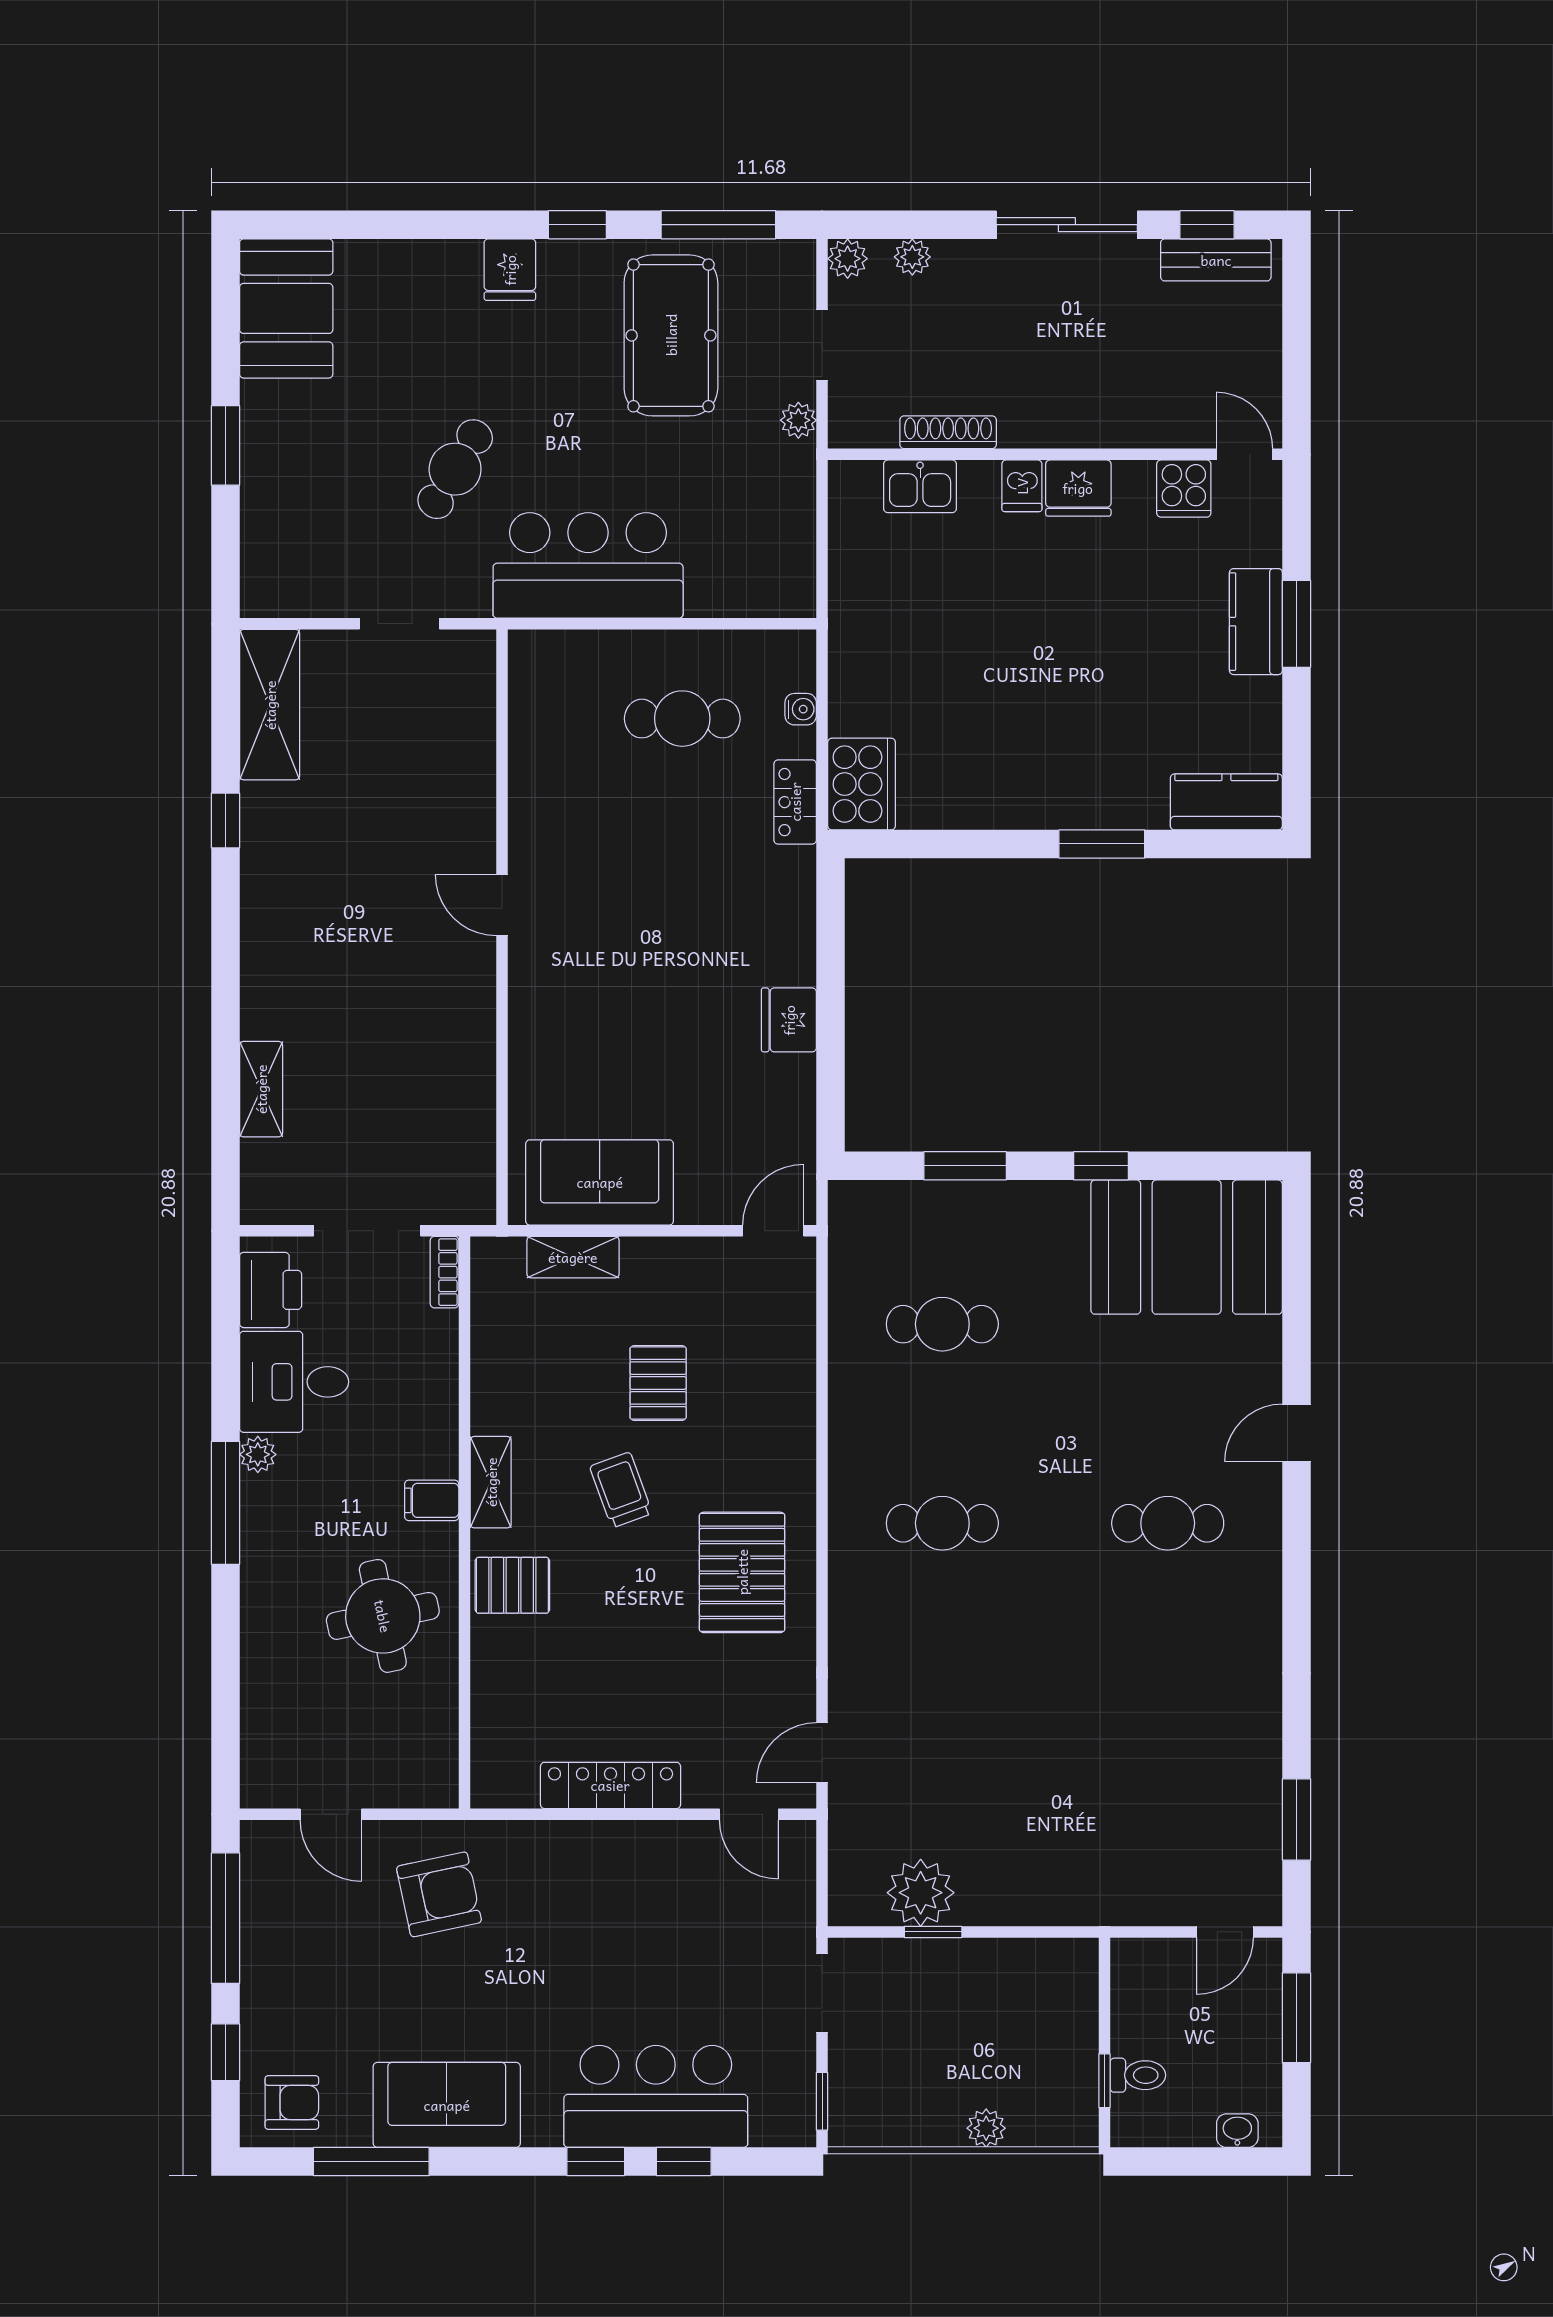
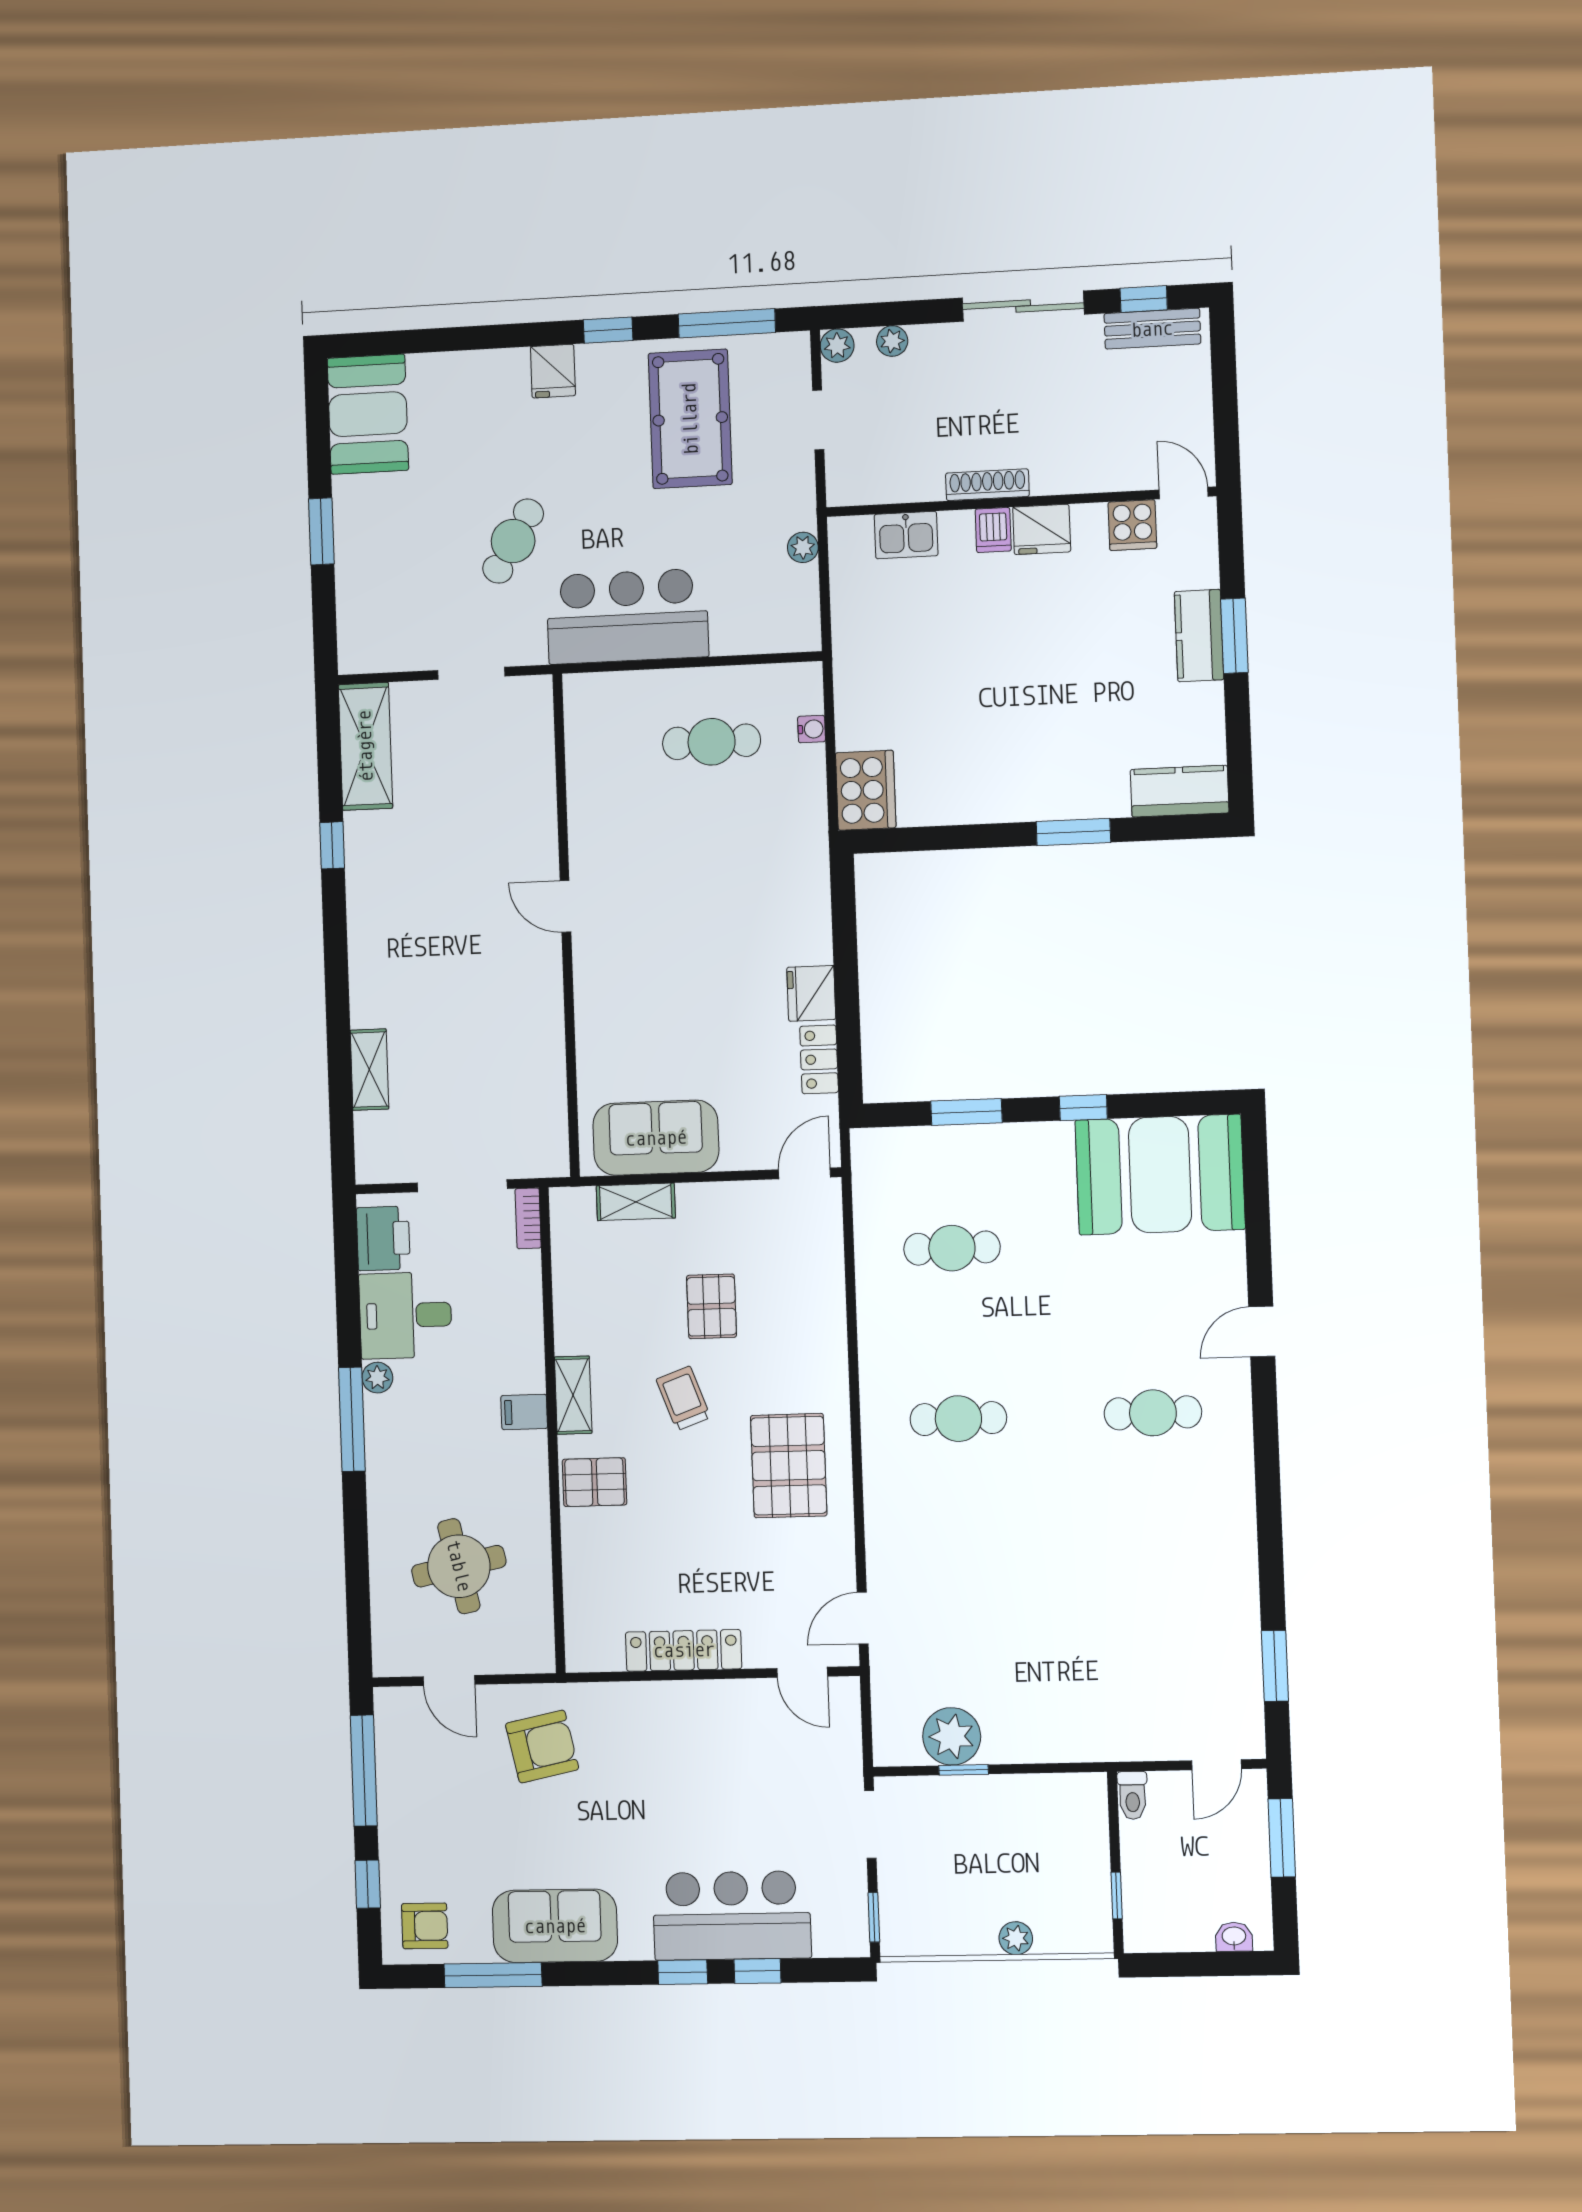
plant: (798, 420) -> (803, 547), moved
shoe rack: (948, 432) -> (987, 485), moved
locker: (795, 802) -> (819, 1059), moved
round table: (383, 1616) -> (459, 1566), moved
toilet: (1138, 2075) -> (1132, 1795), moved, turned 90

